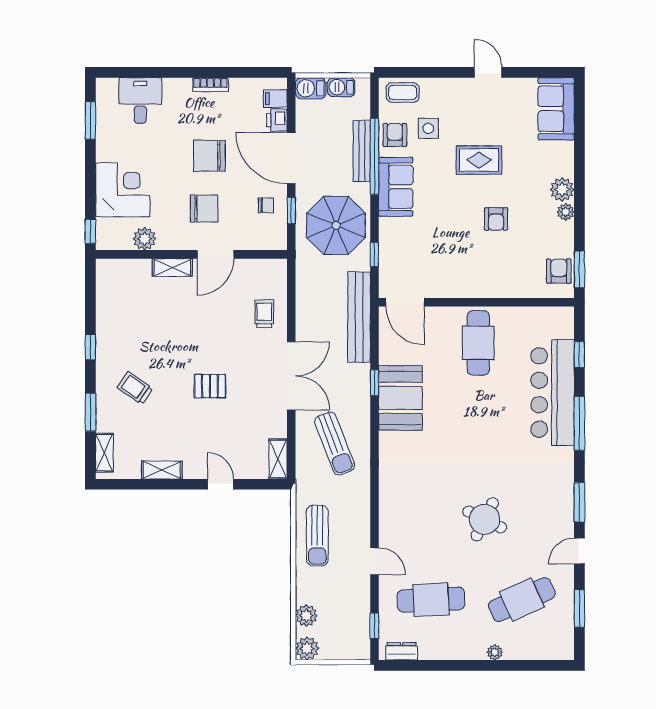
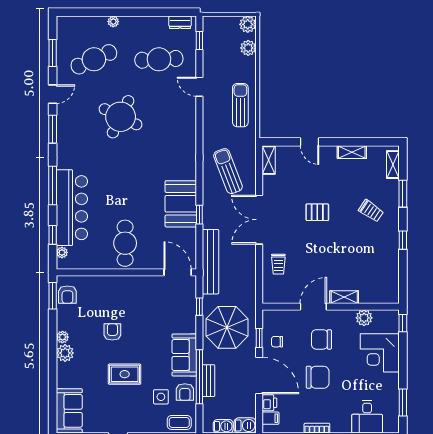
bench: (362, 151) -> (209, 381), width x0.73
plant: (566, 330) -> (62, 252), added
round table: (485, 519) -> (121, 117), width x1.36, depth x1.36

